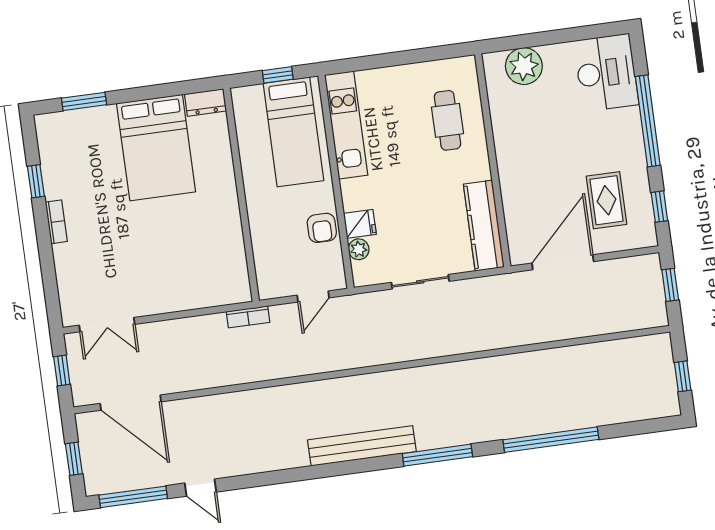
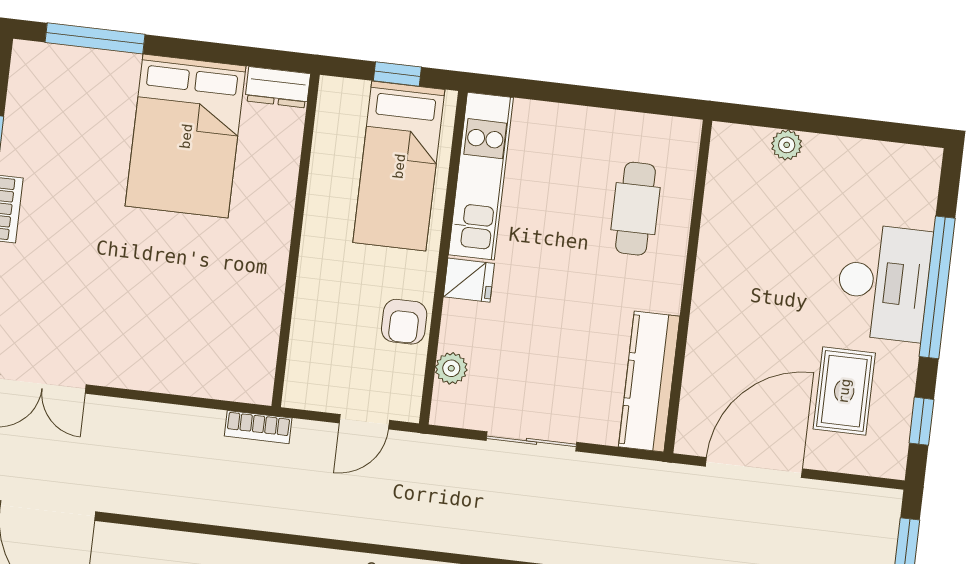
plant: (524, 66) -> (787, 145), width x0.53, depth x0.53
desk: (606, 73) -> (884, 282), moved
window: (84, 101) -> (95, 38), width x1.44
fridge: (360, 224) -> (469, 280), moved

